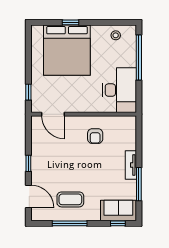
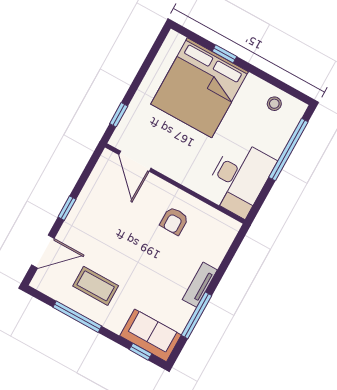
door: (28, 196) -> (43, 252), hinge flipped

